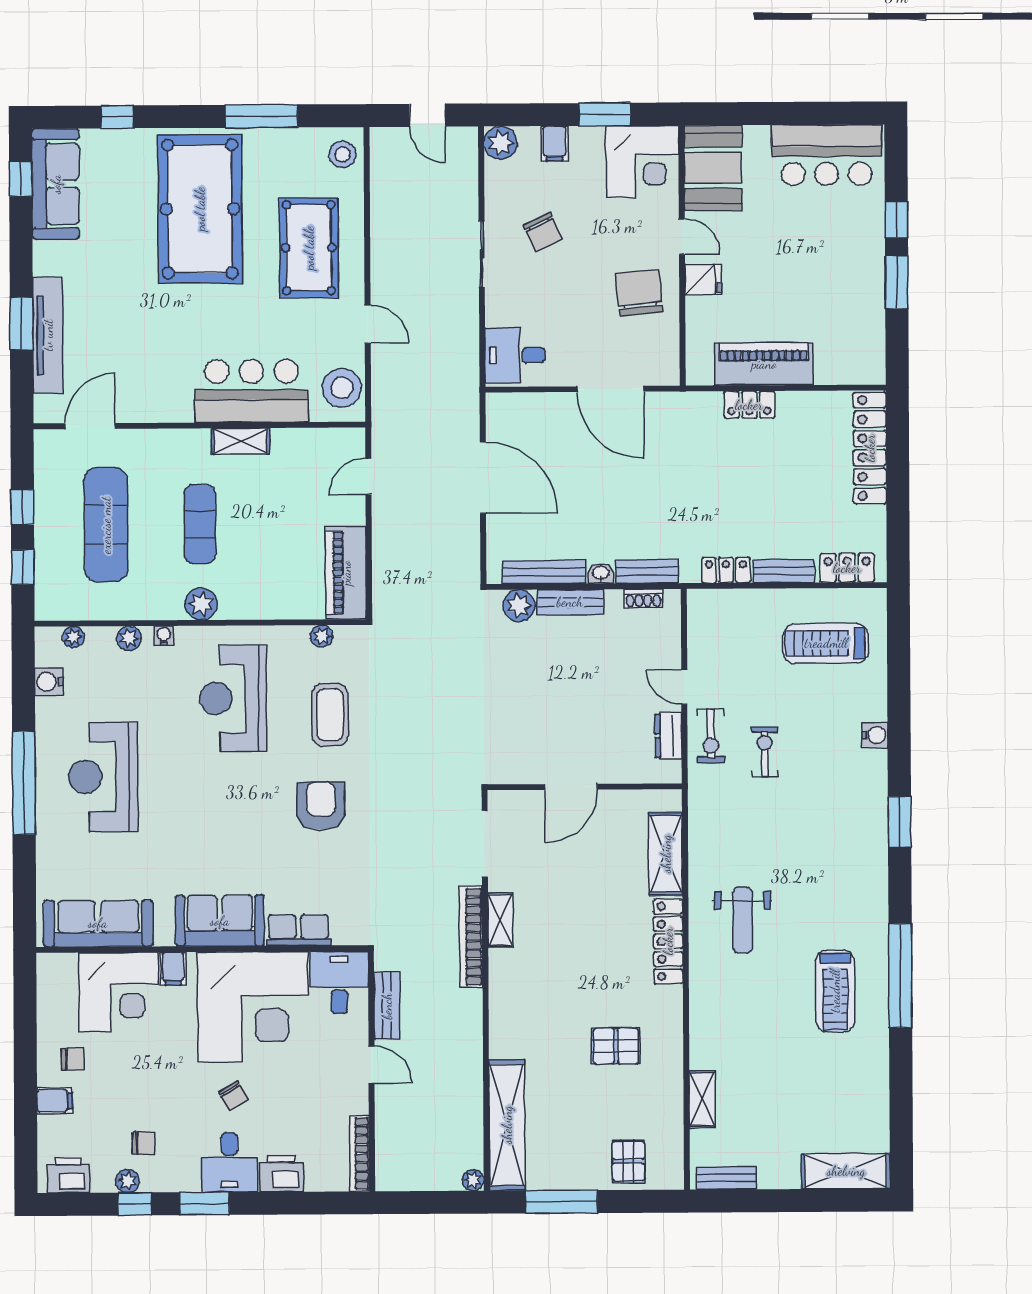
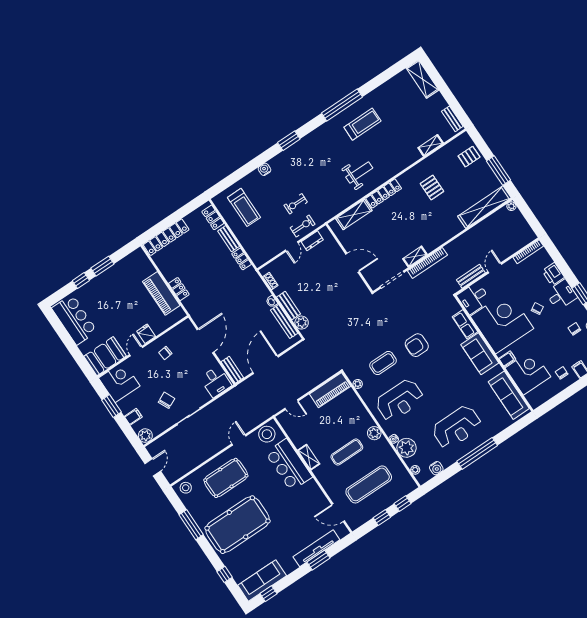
chair: (639, 293) -> (165, 353), width x0.54, depth x0.54
bench: (647, 571) -> (232, 370), moved
plant: (129, 638) -> (407, 448), width x1.88, depth x1.88

